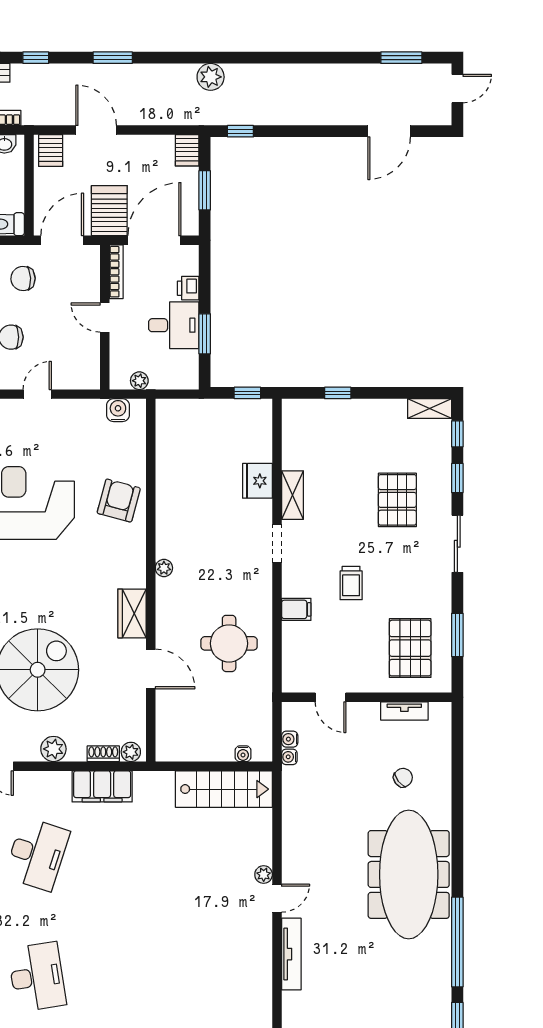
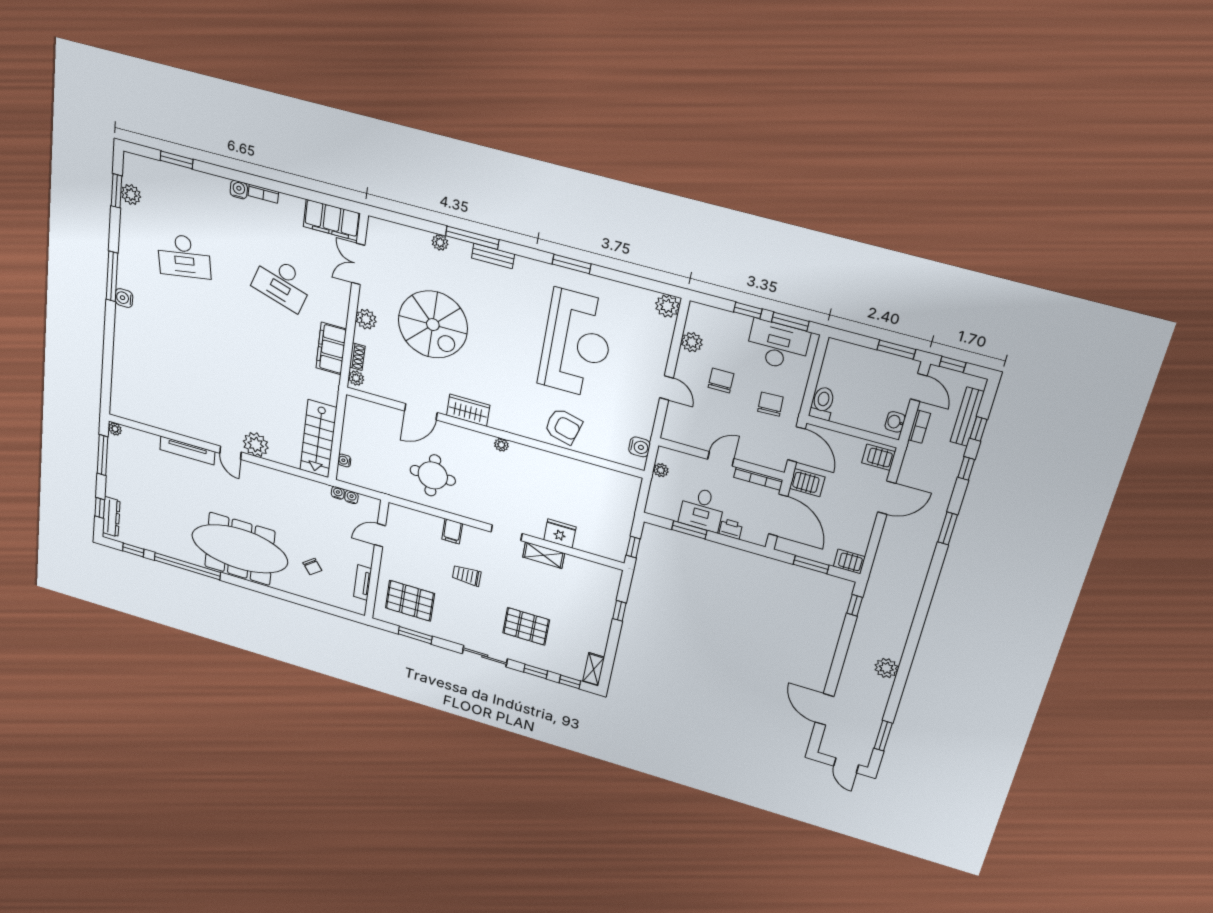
plant: (211, 77) -> (886, 668), moved
server rack: (109, 211) -> (807, 483), width x0.73, depth x0.70
plant: (264, 875) -> (256, 445), width x1.88, depth x1.88

